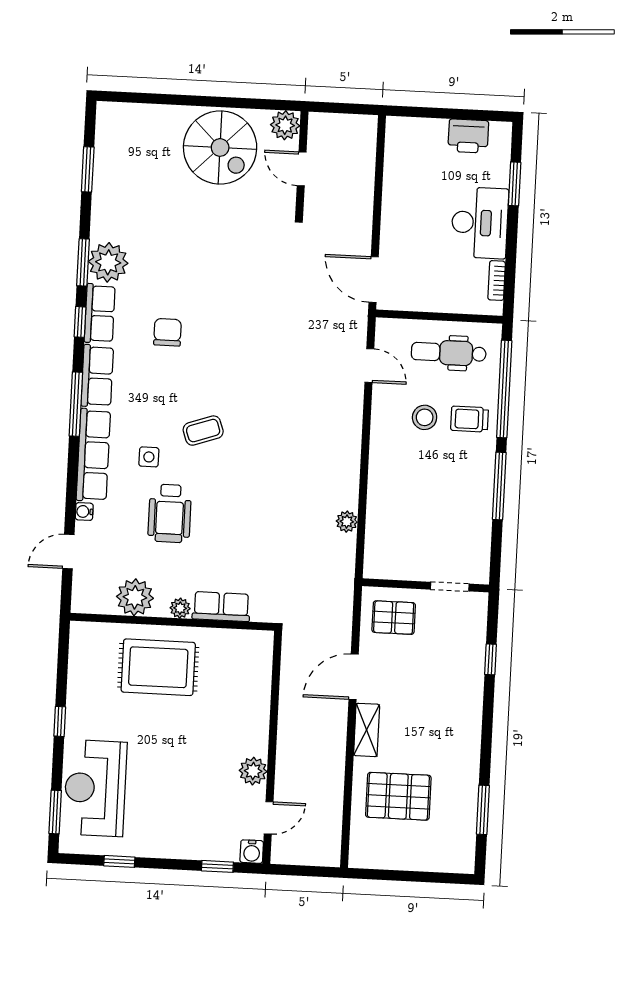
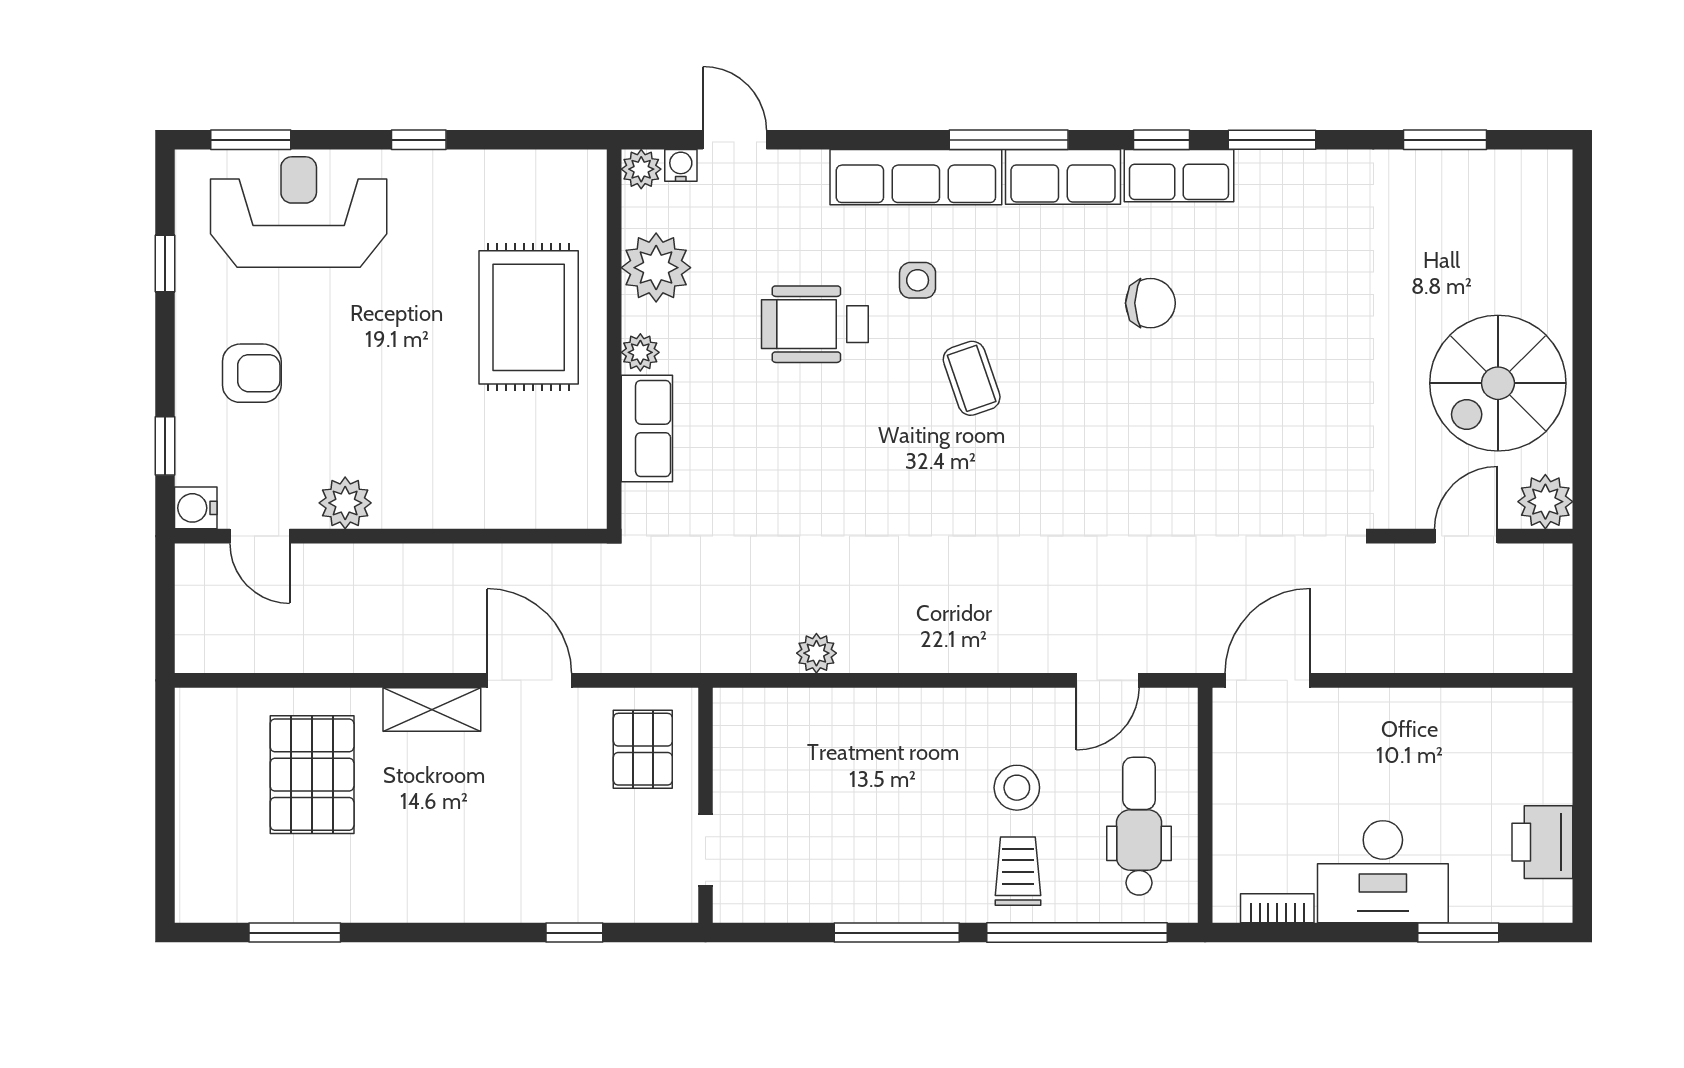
plant: (108, 262) -> (641, 169), moved, width x0.53, depth x0.53
water cooler: (84, 512) -> (681, 165), moved
armchair: (181, 818) -> (252, 373), added

